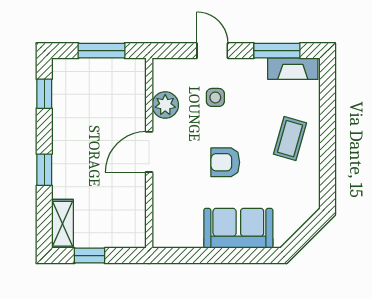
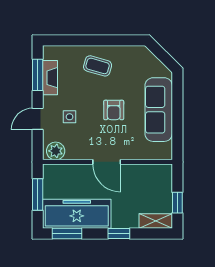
fireplace: (293, 69) -> (50, 78), moved
window: (44, 94) -> (67, 233), width x1.50
plant: (165, 105) -> (56, 151), moved
freezer: (73, 108) -> (77, 214), added
sofa: (238, 228) -> (159, 110), width x1.36

